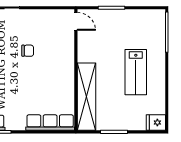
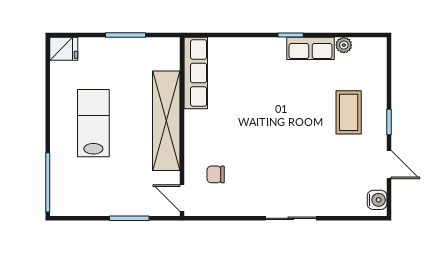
chair: (28, 51) -> (216, 174), moved
shelving: (87, 97) -> (166, 121), moved
row of seats: (50, 123) -> (196, 73), moved, turned -90

